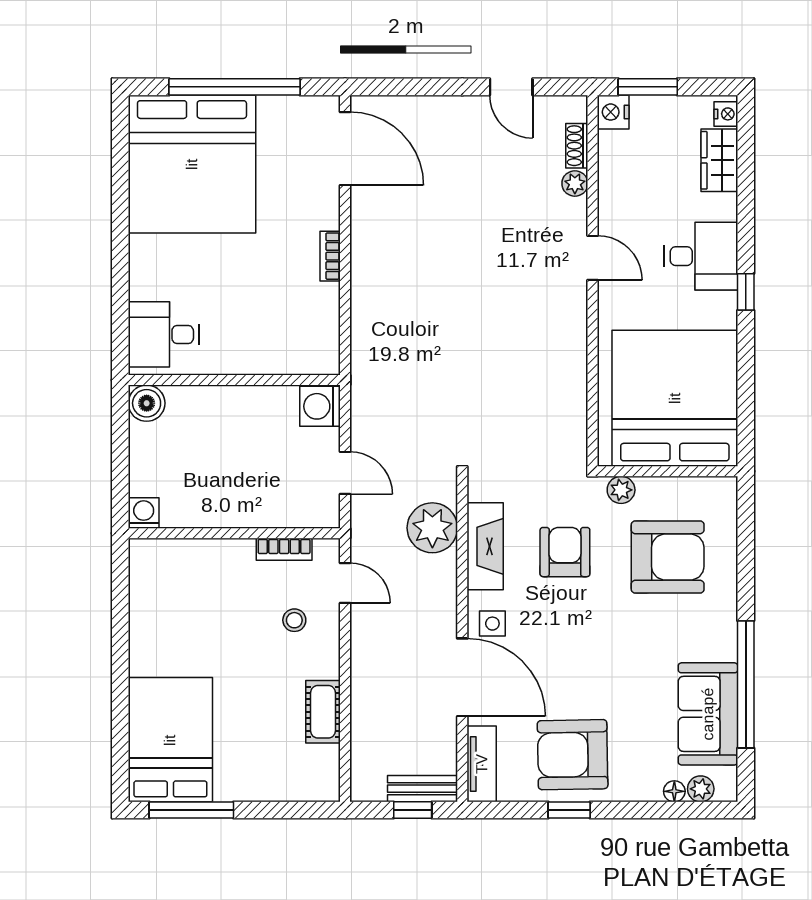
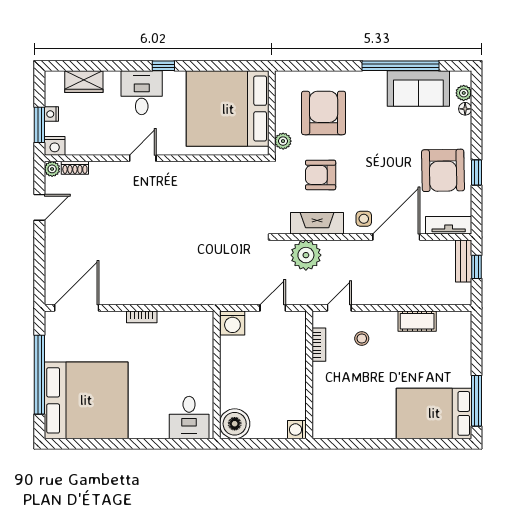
nightstand: (726, 114) -> (51, 114), moved, turned -90
plant: (575, 183) -> (52, 169), moved
boiler: (147, 403) -> (235, 424), width x1.37, depth x1.37

